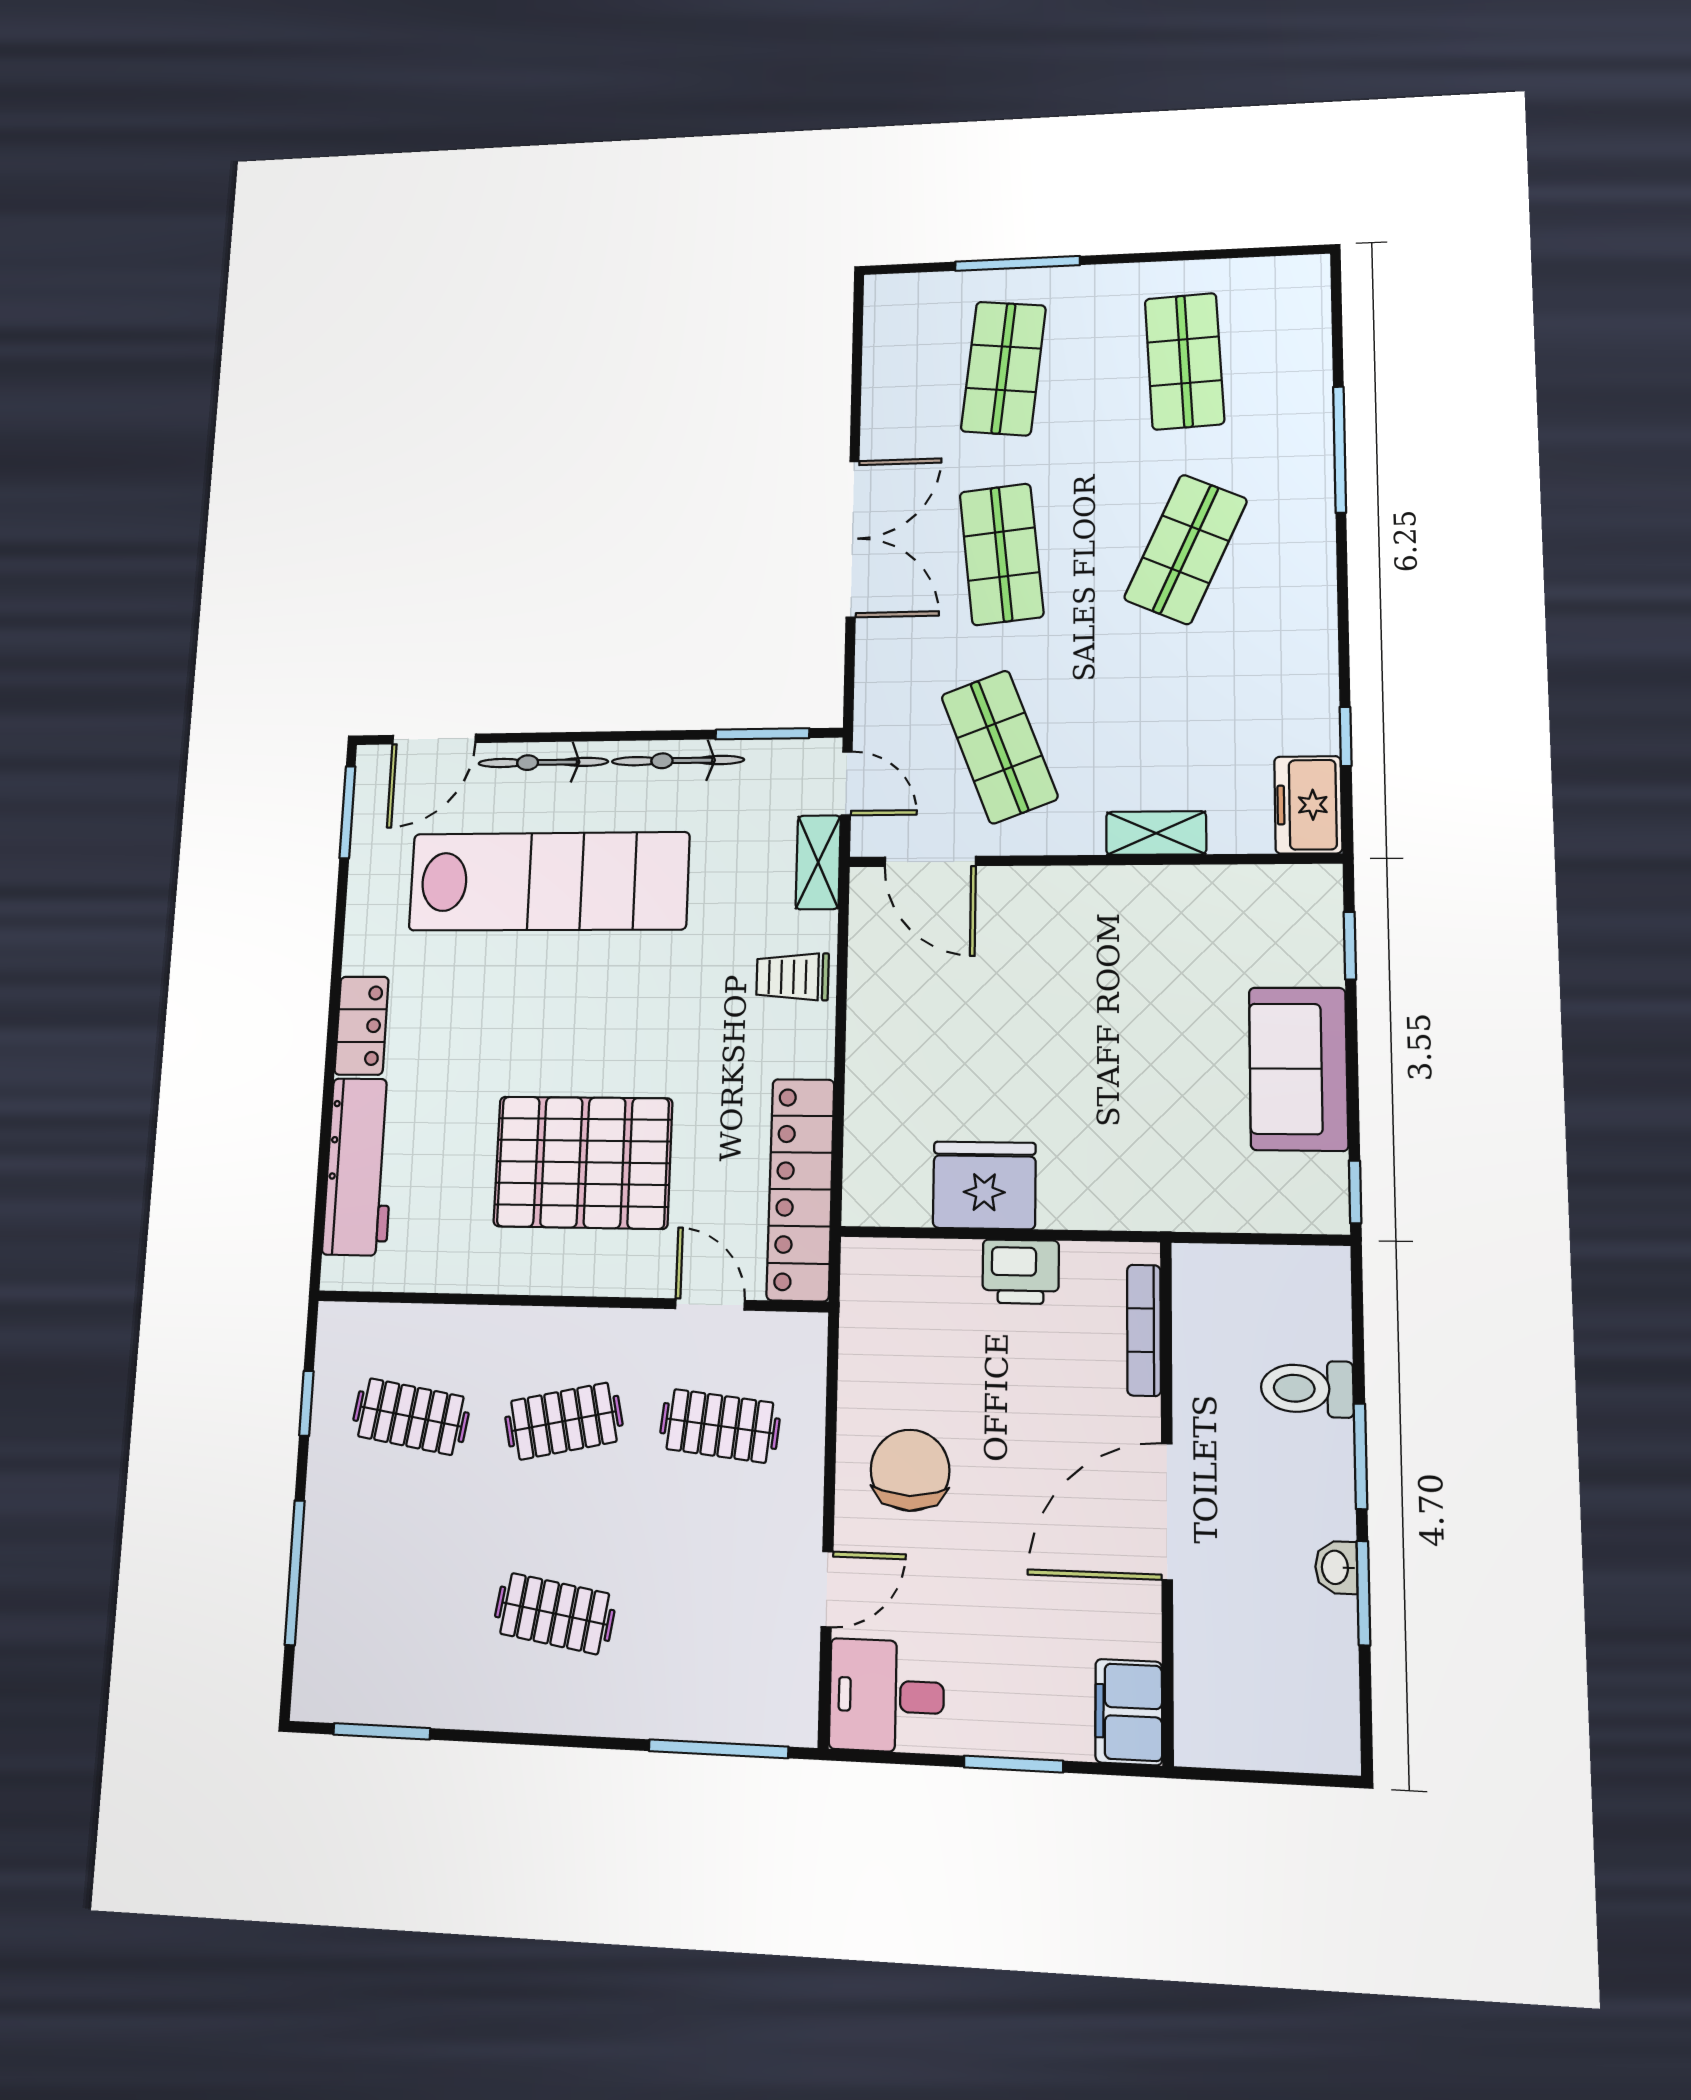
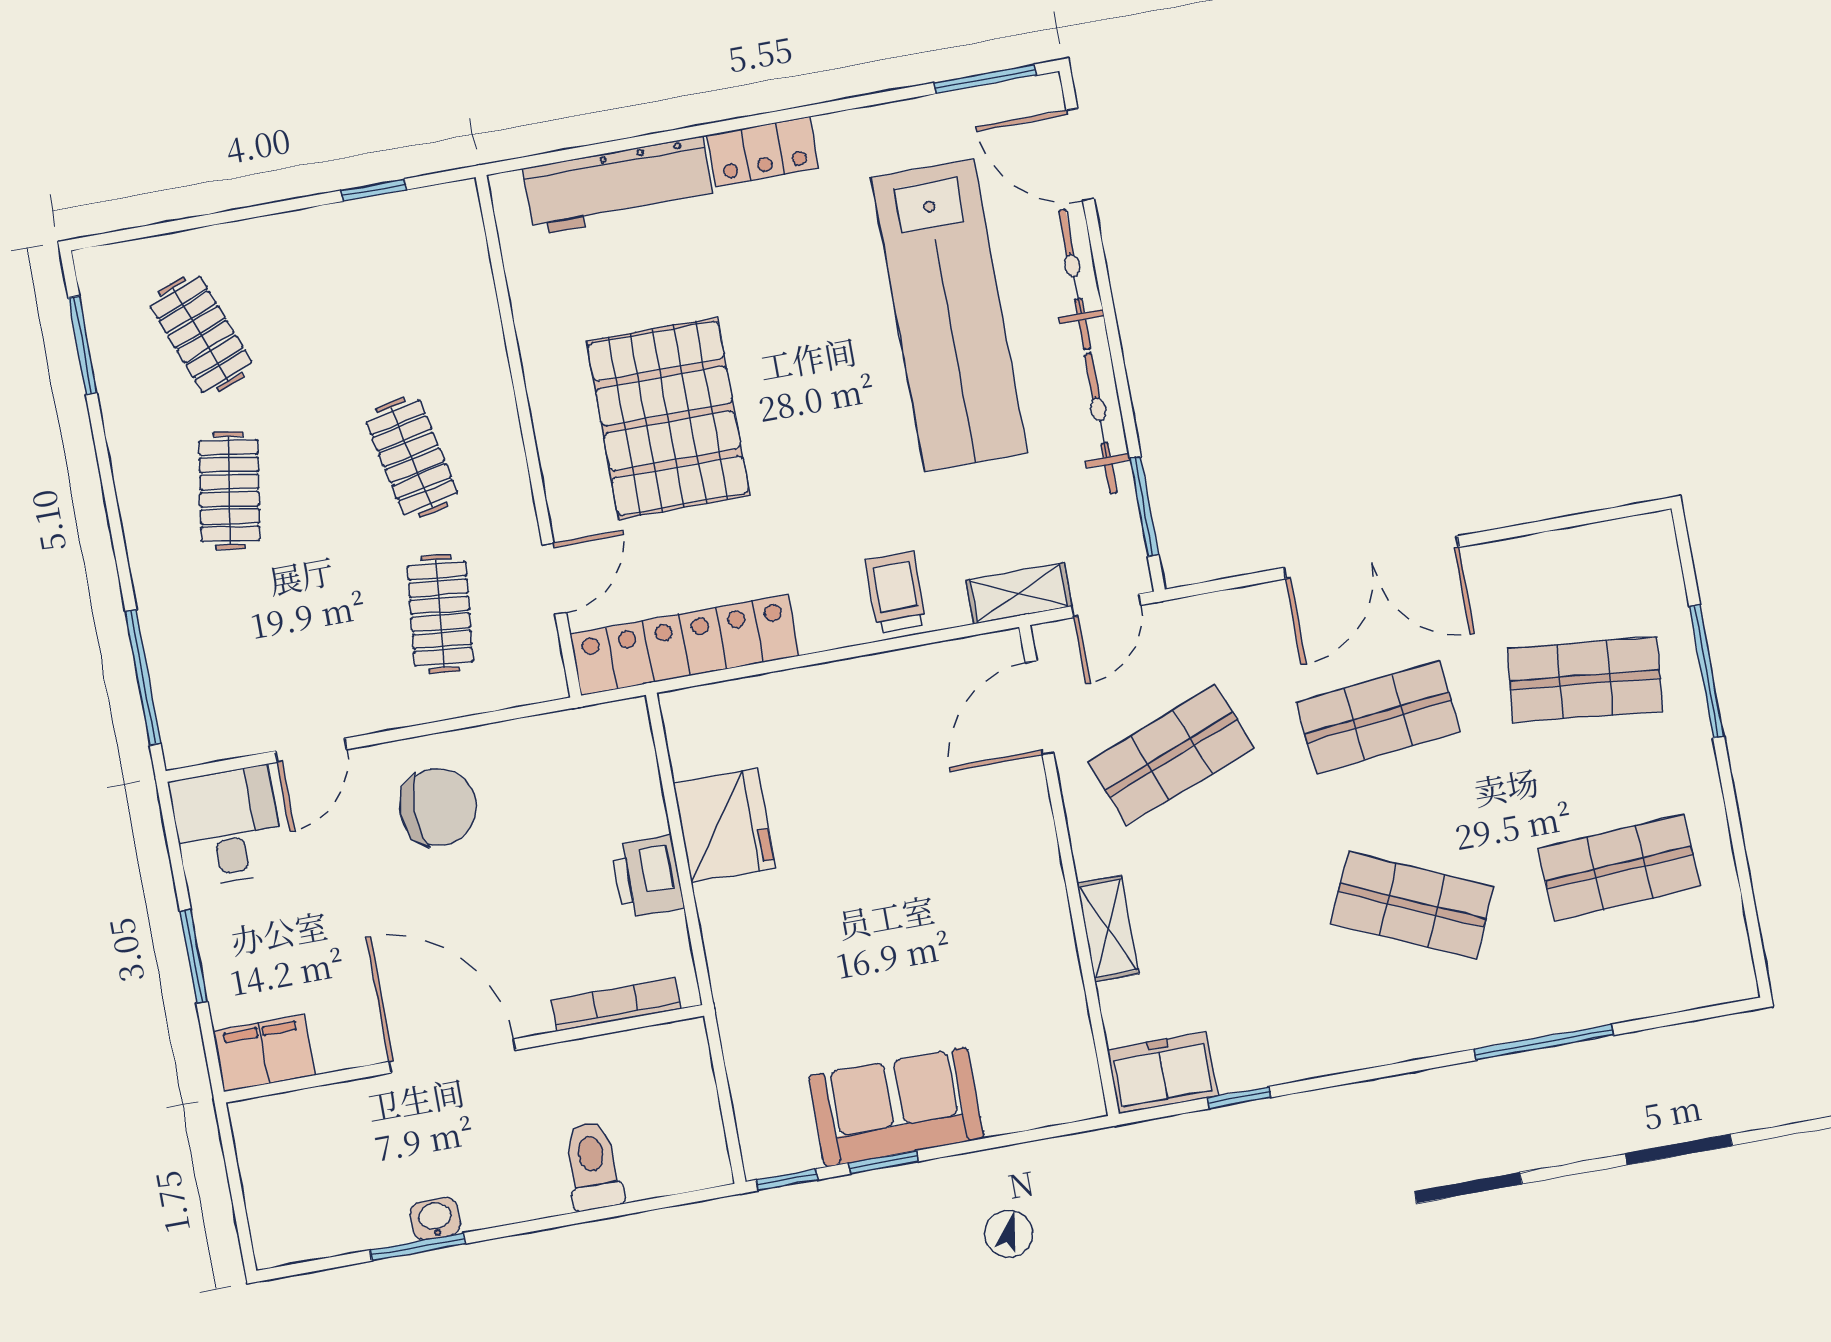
window: (1350, 946) -> (883, 1162), moved
clothes rail: (411, 1417) -> (201, 334), moved, turned -30
window: (1361, 1456) -> (541, 1225), removed
window: (295, 1573) -> (210, 220), removed
door: (827, 1589) -> (311, 750), hinge flipped

